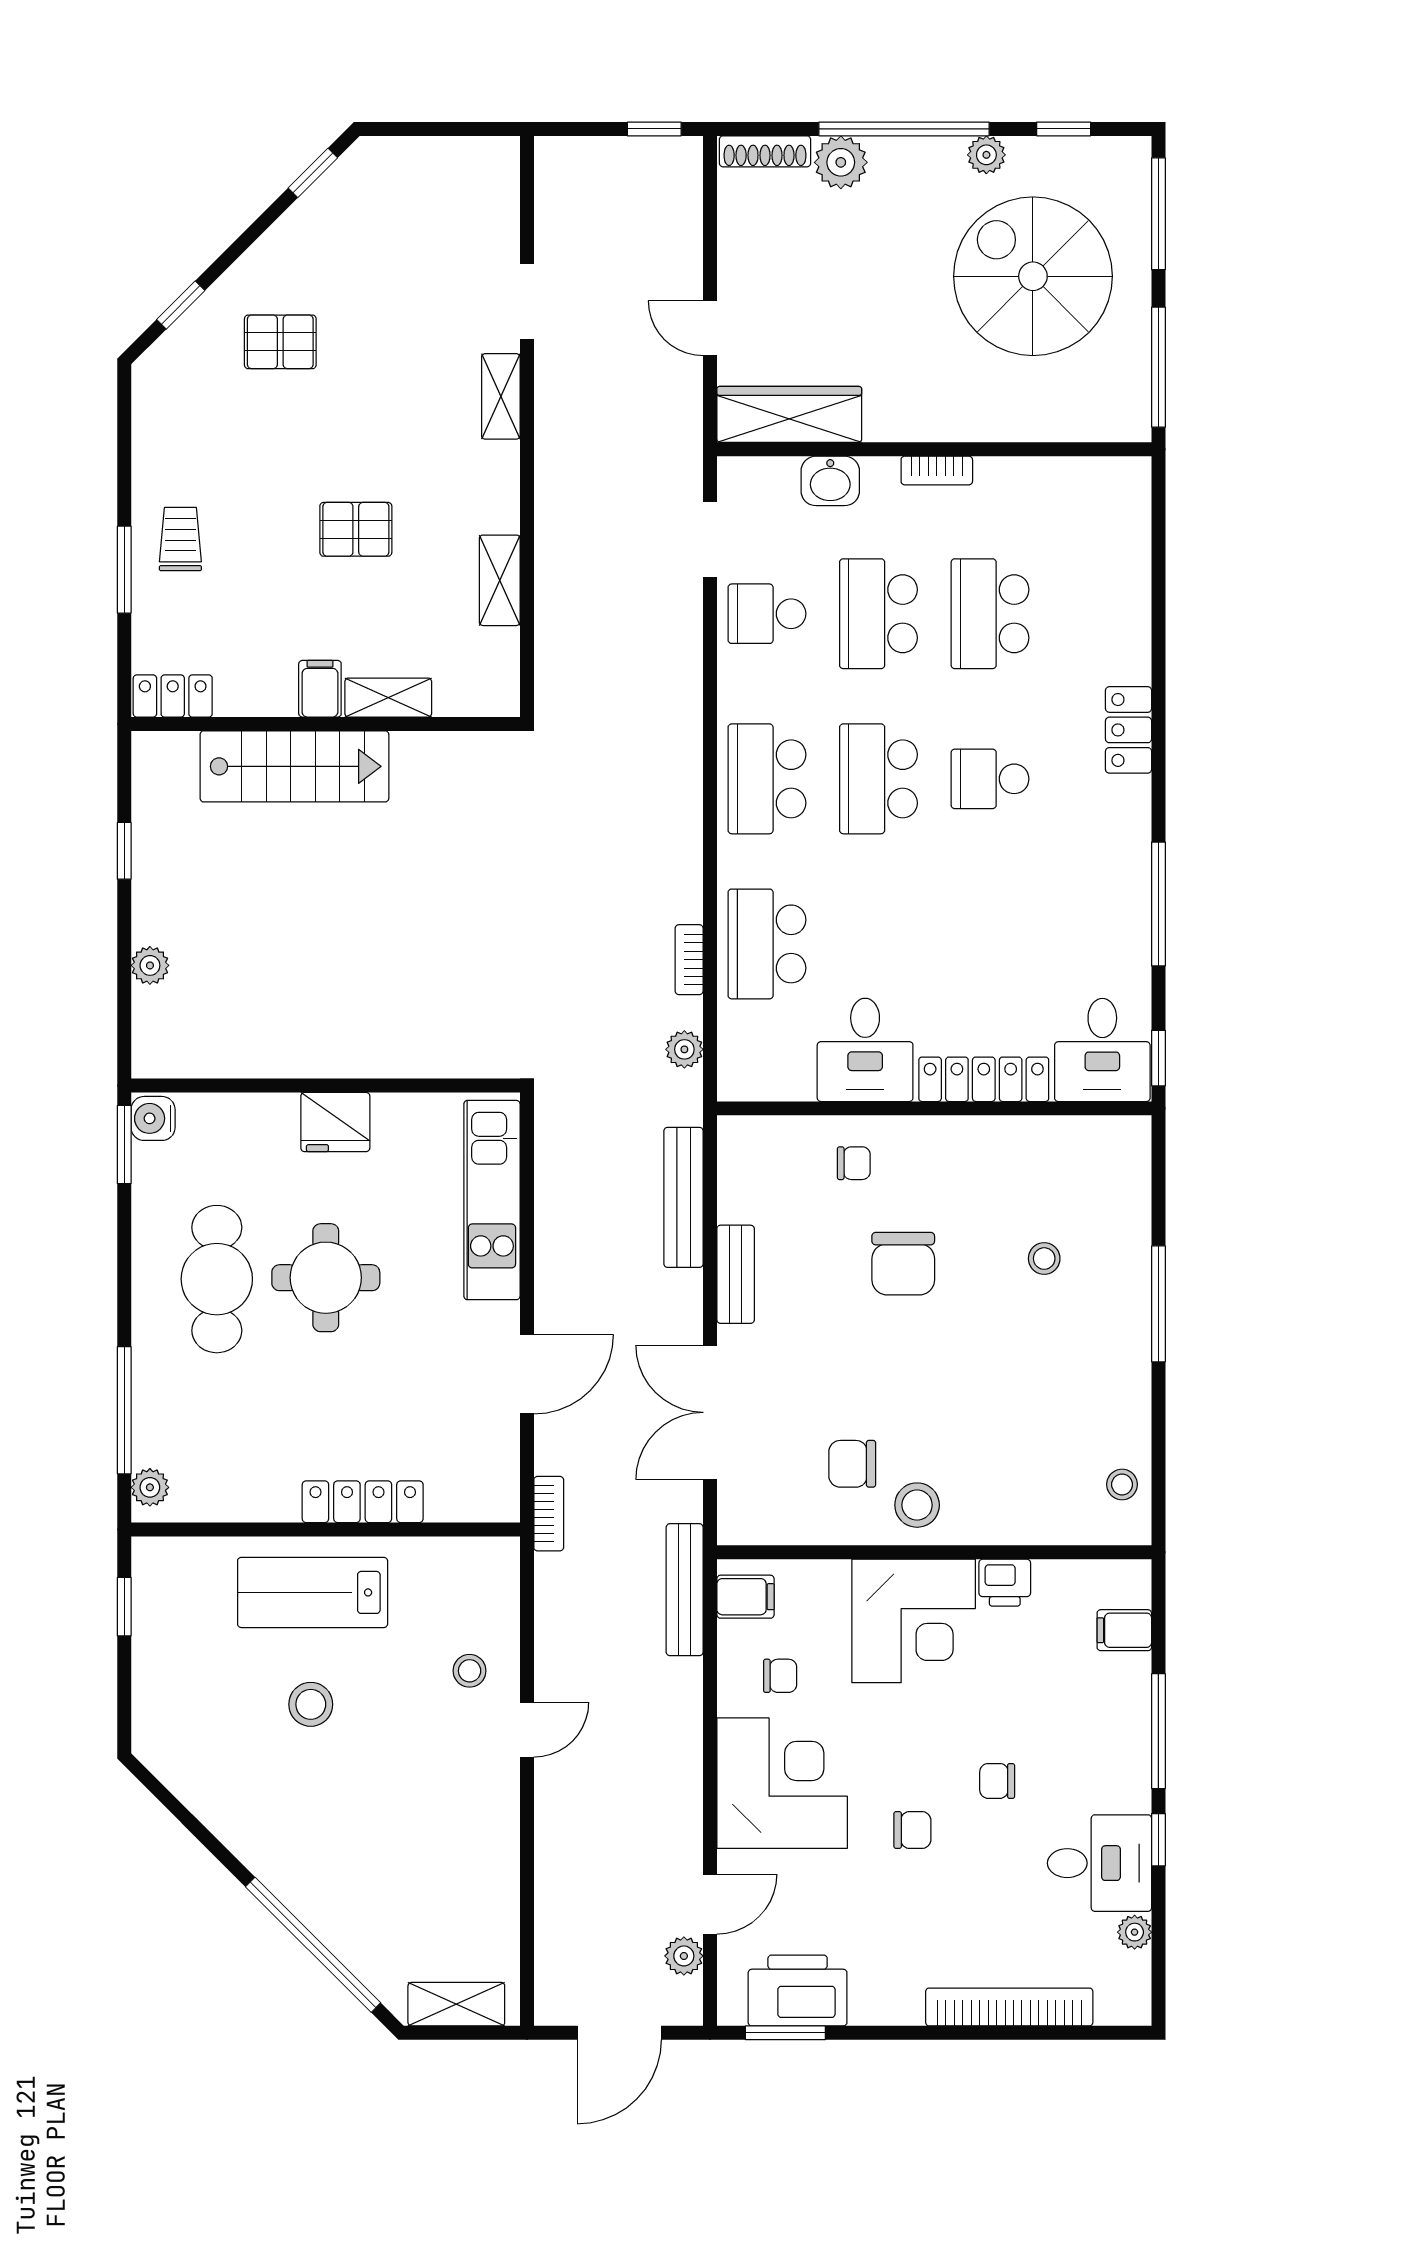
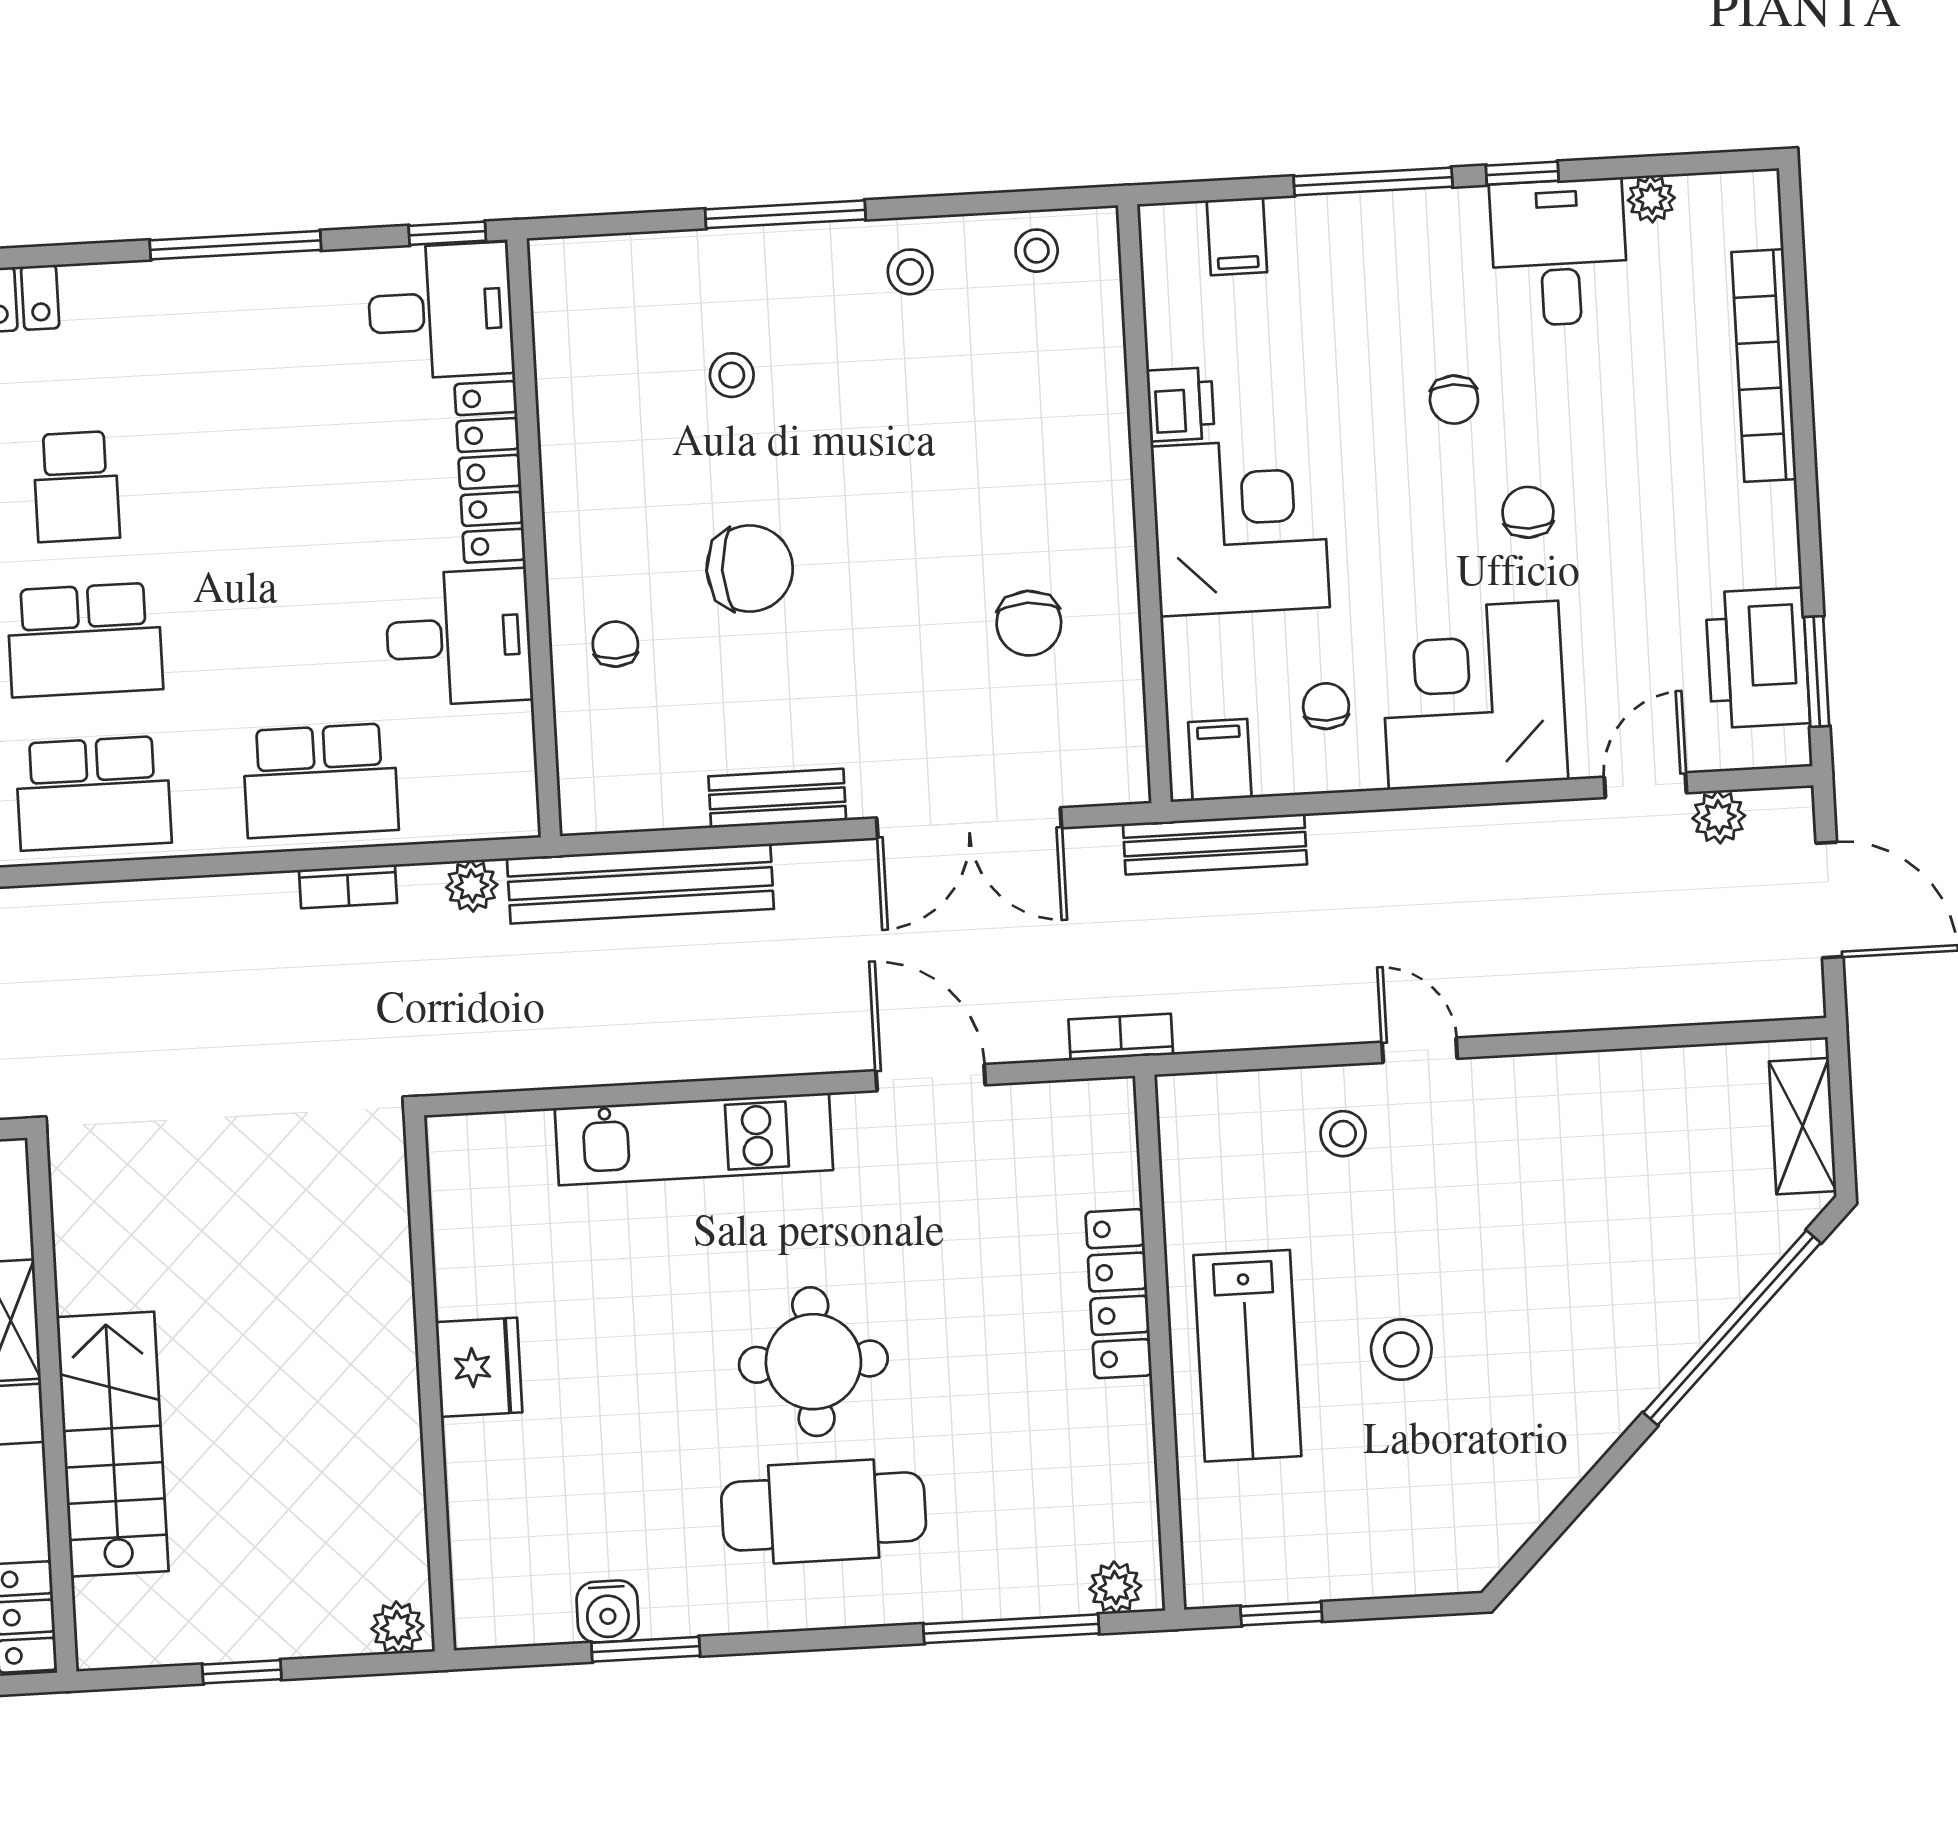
wall: (326, 1085) -> (429, 1383), moved
fridge: (335, 1122) -> (479, 1367), moved
bench: (683, 1197) -> (640, 884), width x1.37, depth x1.21
stool: (917, 1505) -> (910, 272), moved, width x0.73, depth x0.73
door: (710, 1904) -> (1645, 785), hinge flipped

